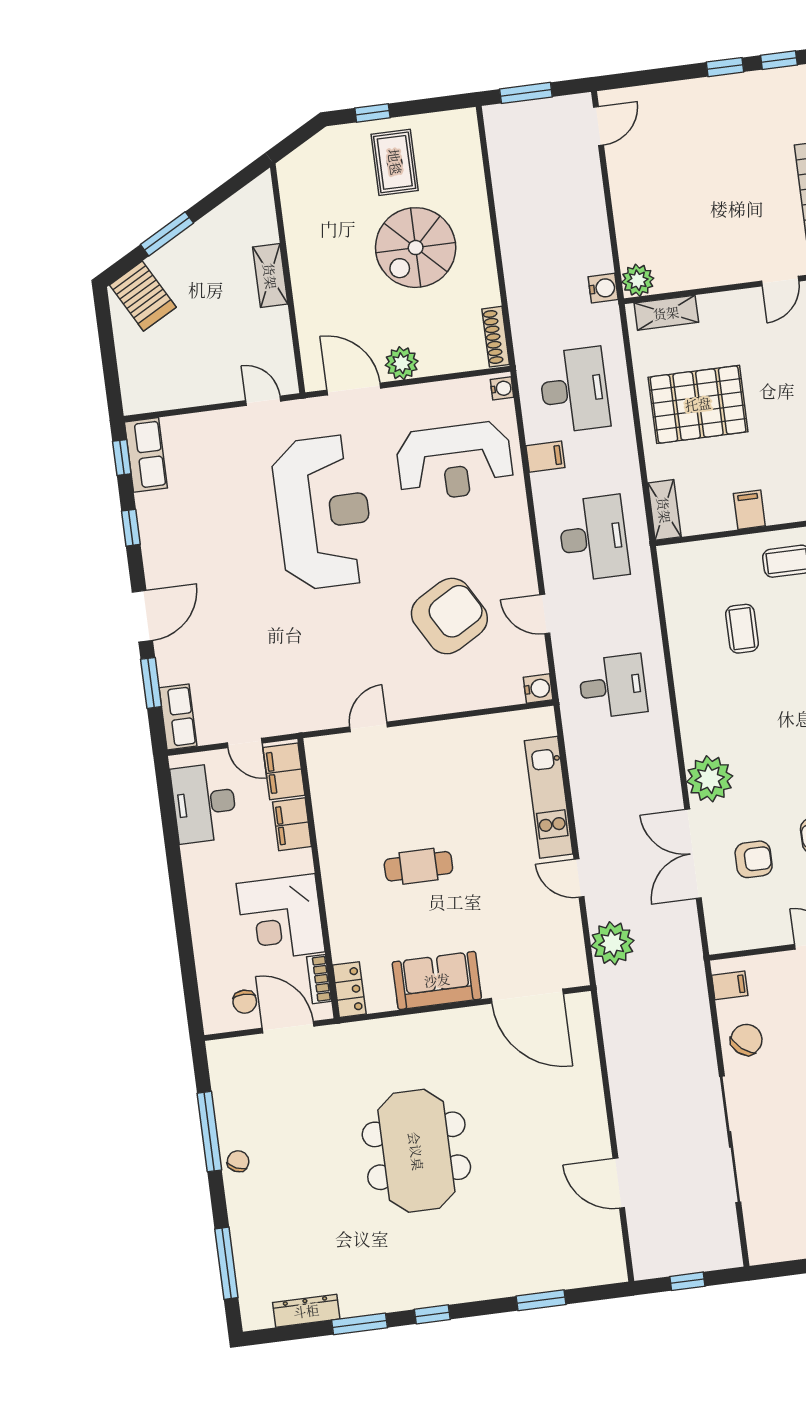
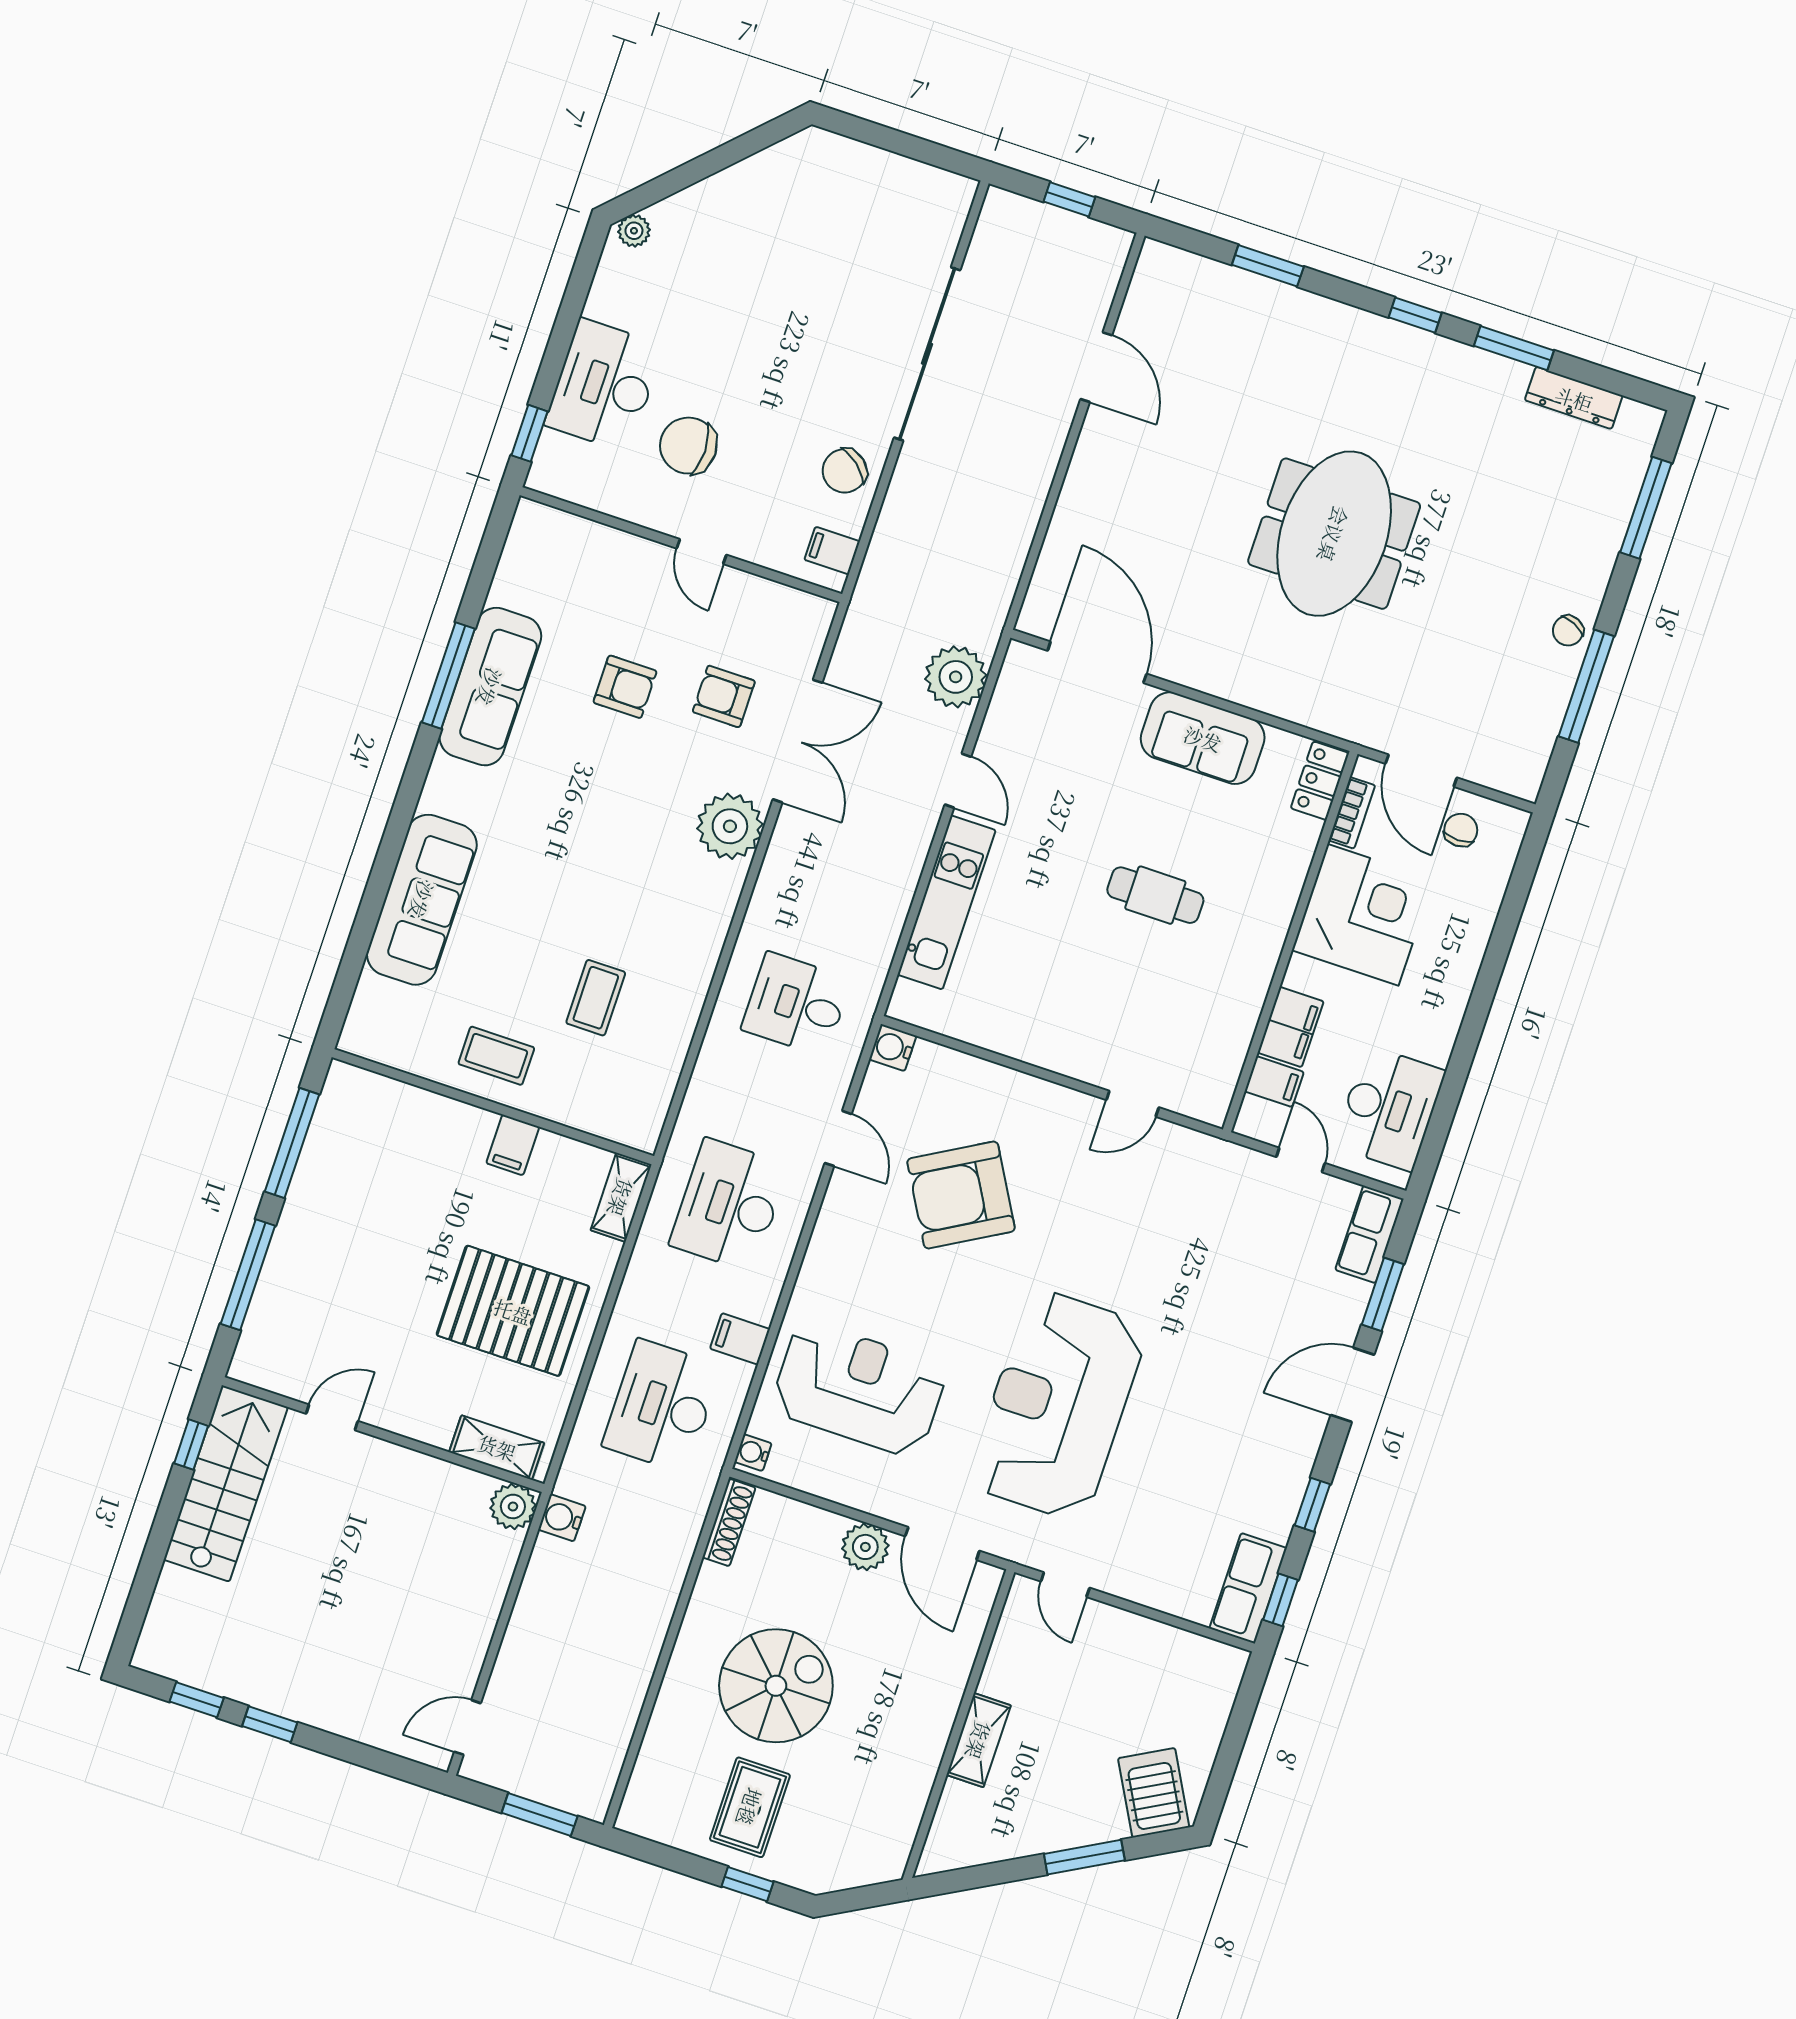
filing cabinet: (284, 771) -> (1274, 1082), width x0.50

